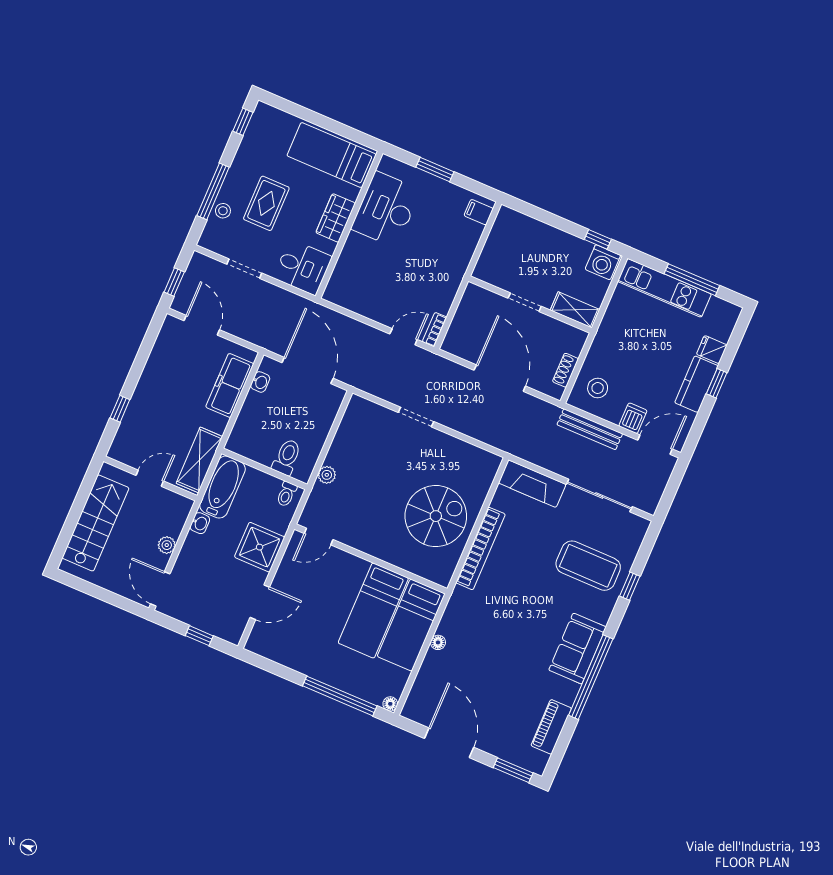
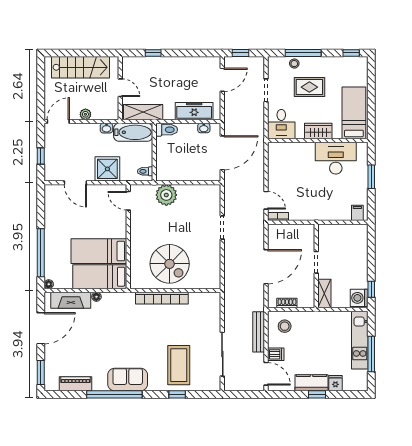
toilet: (287, 457) -> (167, 130), moved
plant: (327, 475) -> (166, 195), width x1.87, depth x1.87
fireplace: (532, 484) -> (71, 300), moved, turned -90

